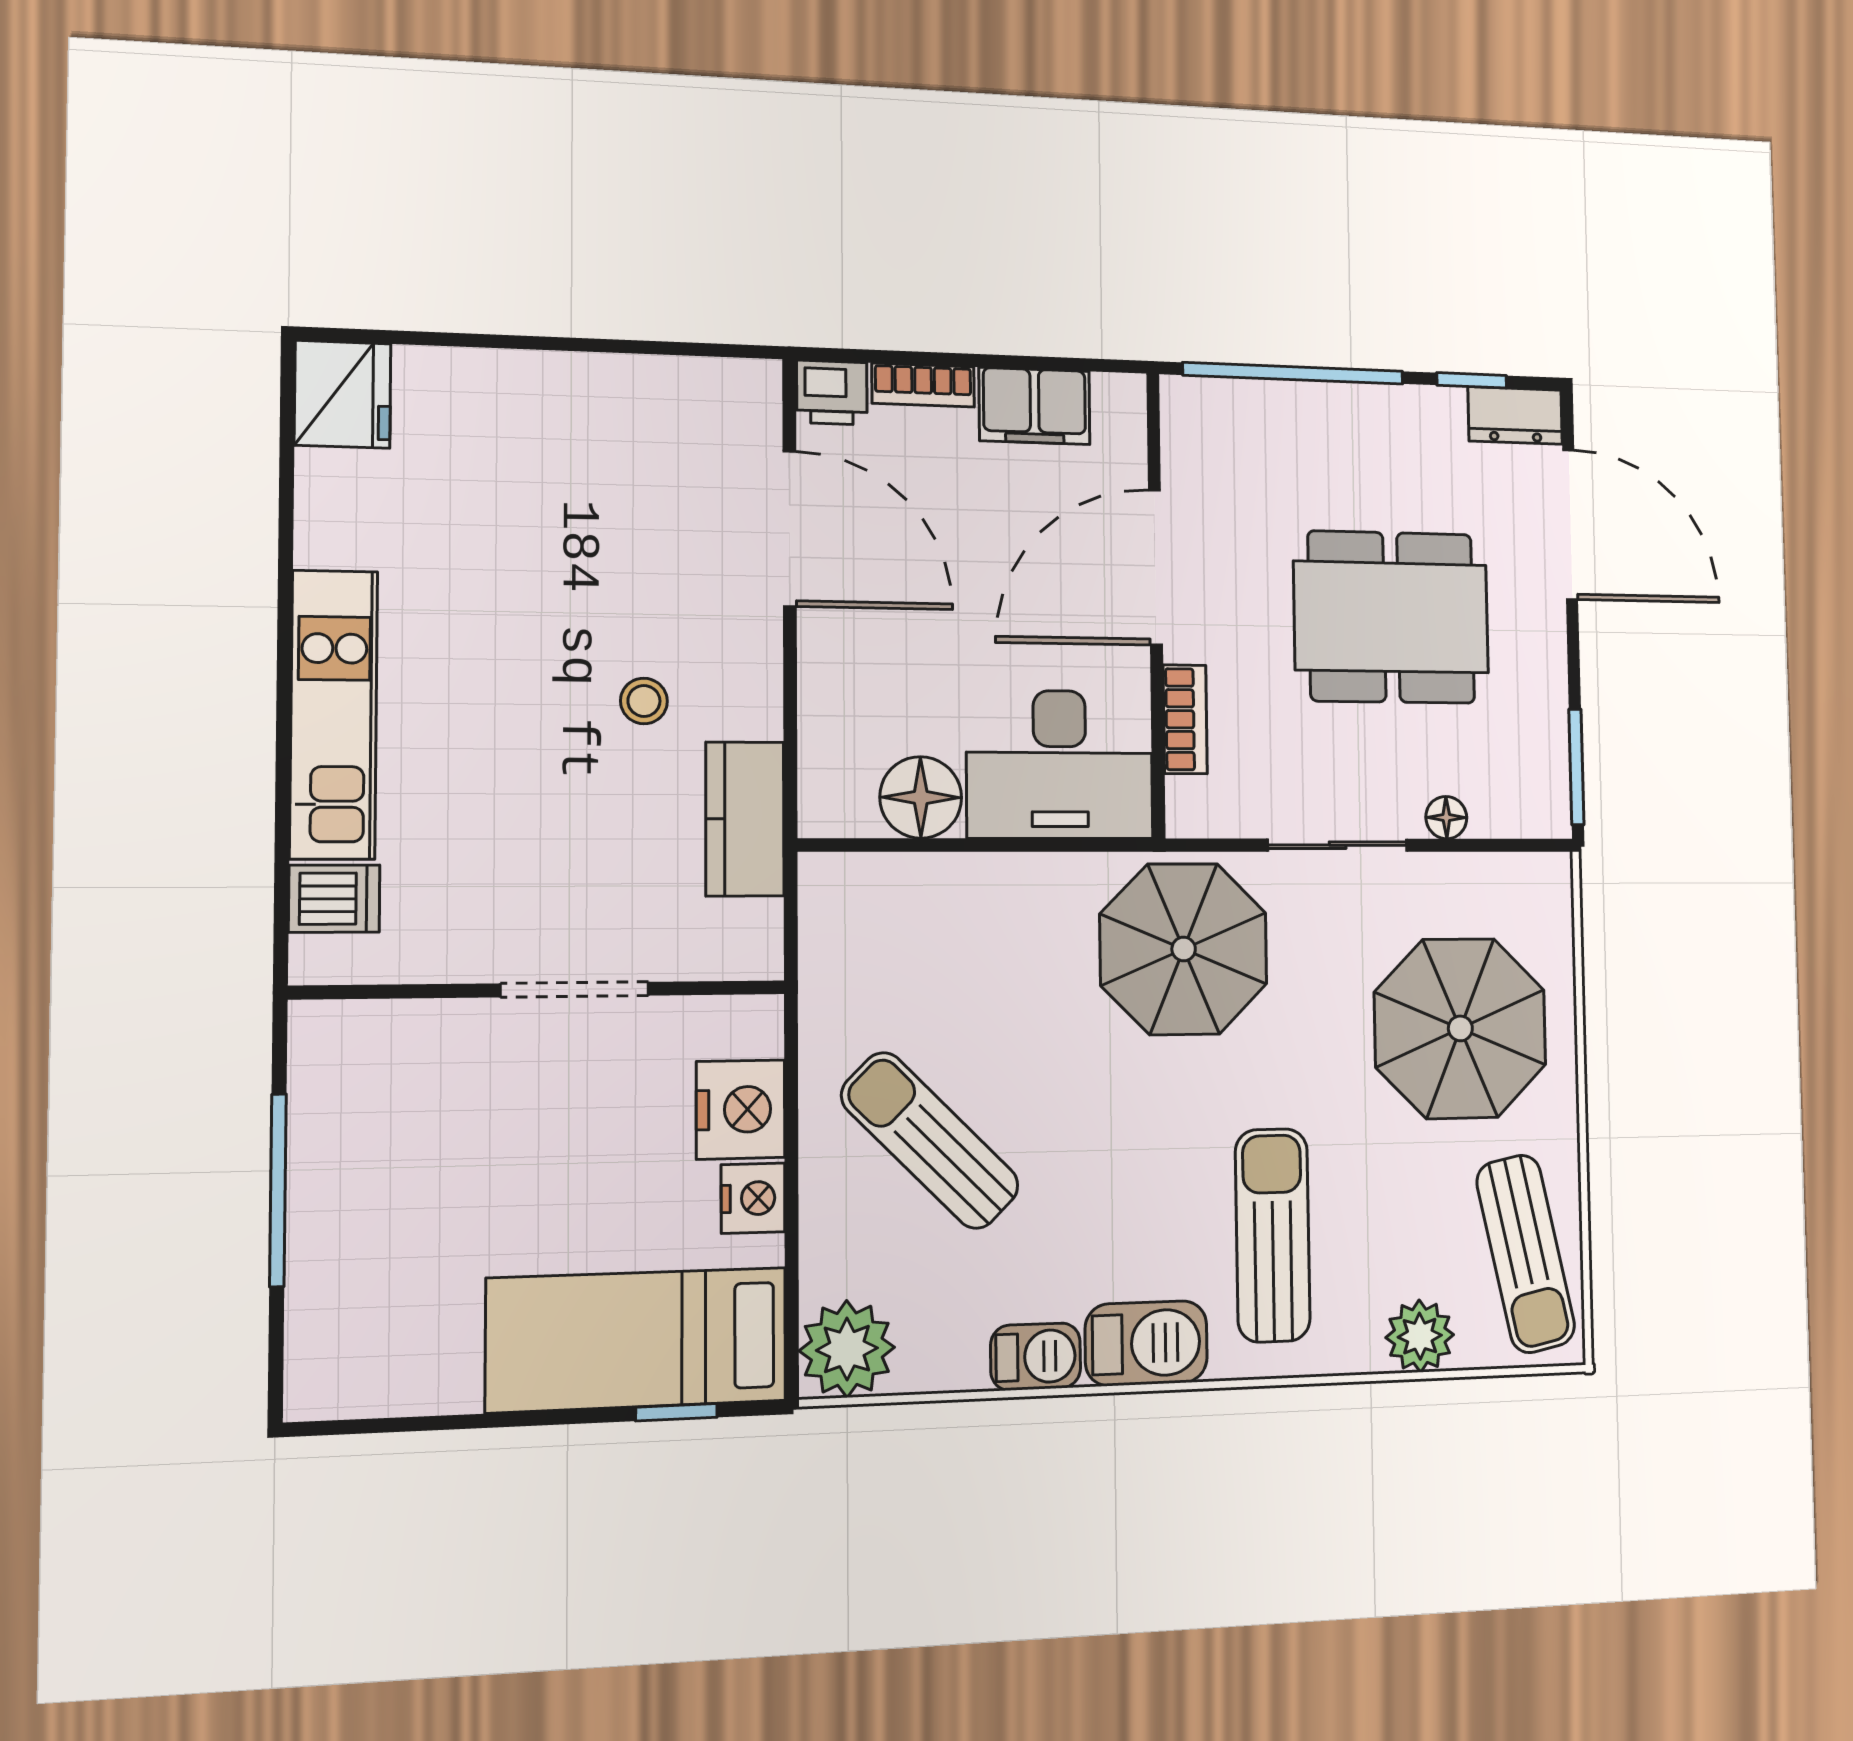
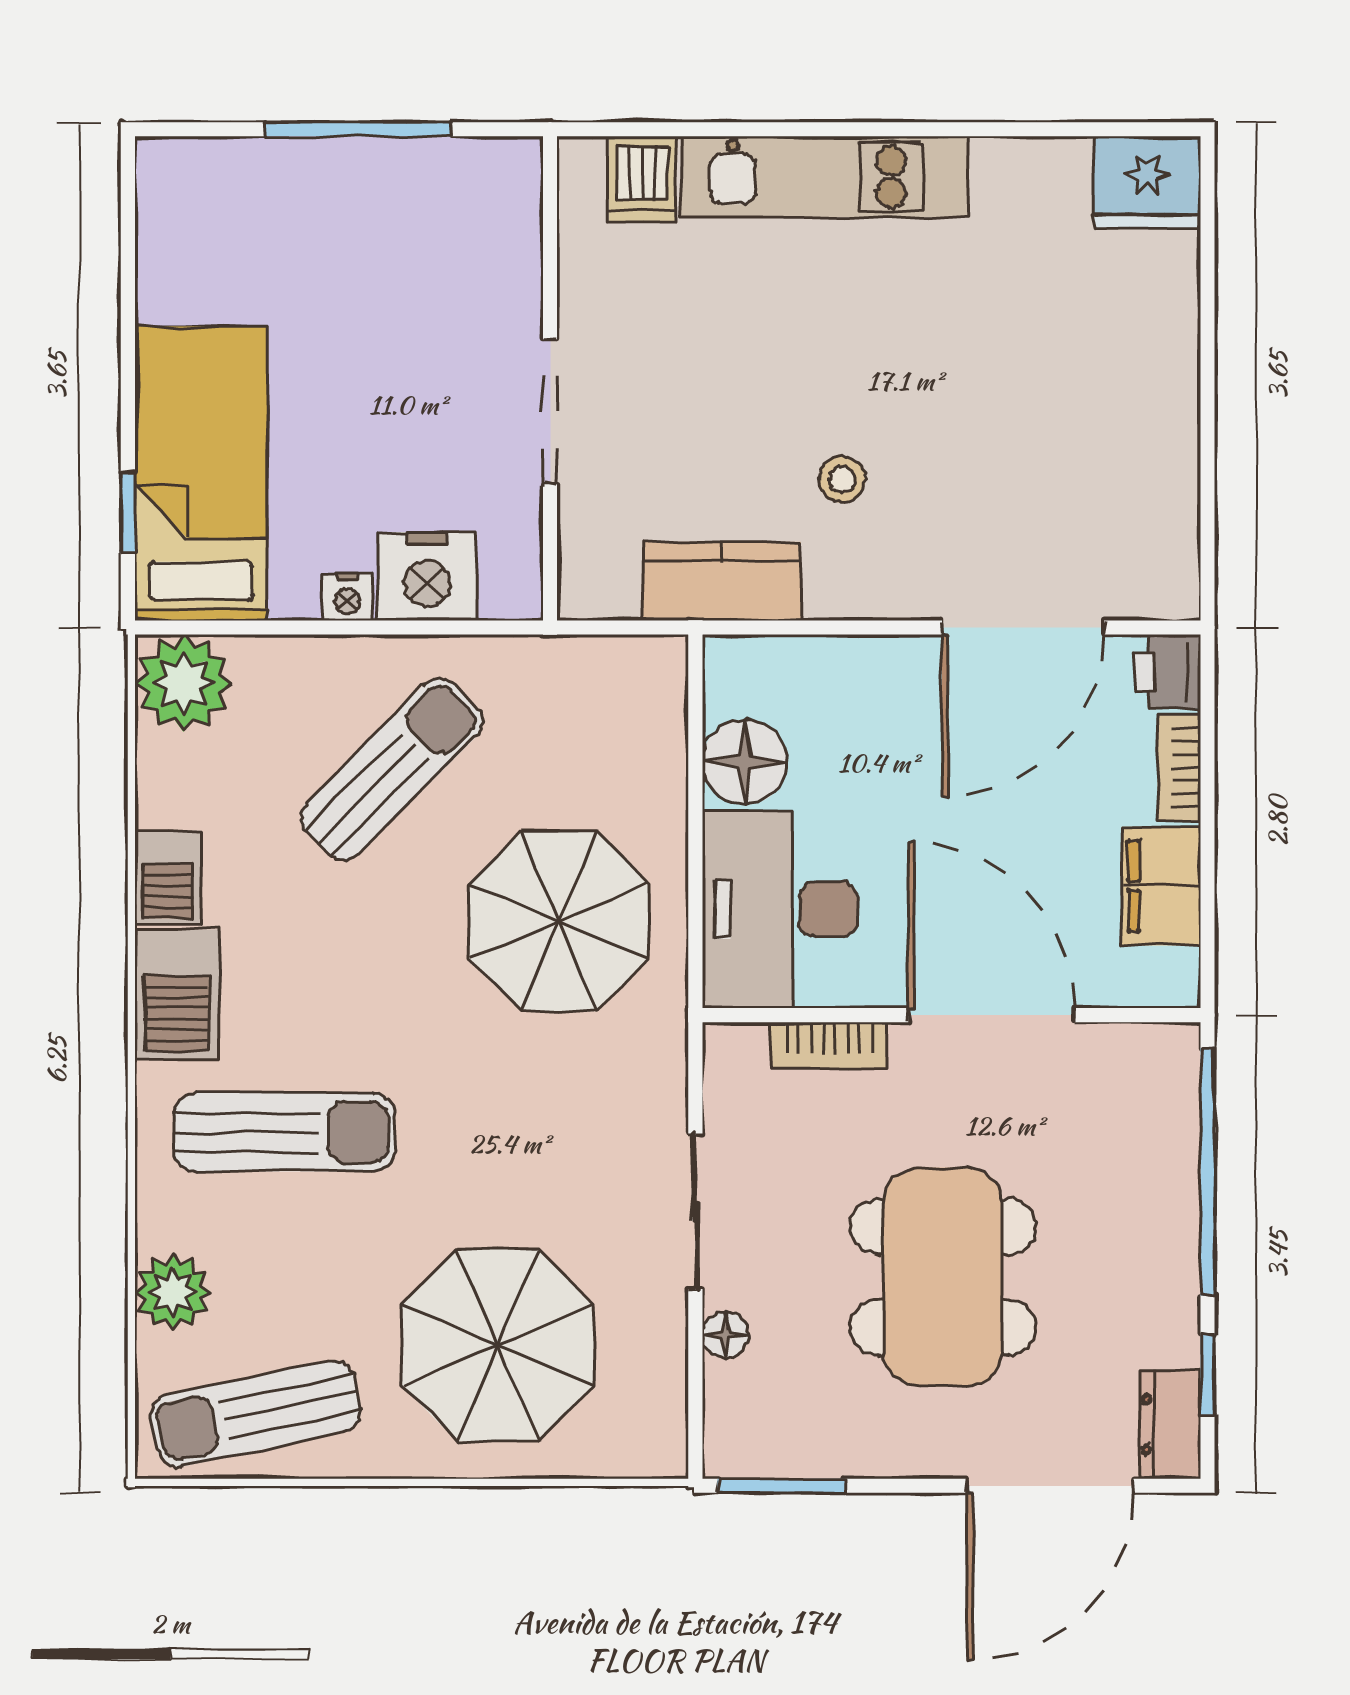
parasol: (1184, 949) -> (559, 921), moved
nightstand: (753, 1198) -> (347, 597), width x0.72, depth x0.74

